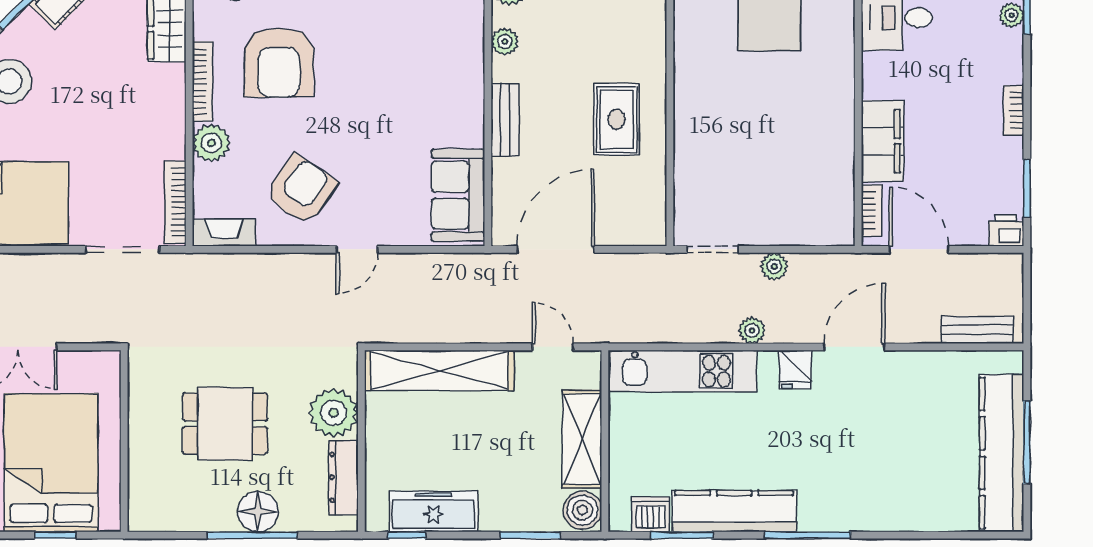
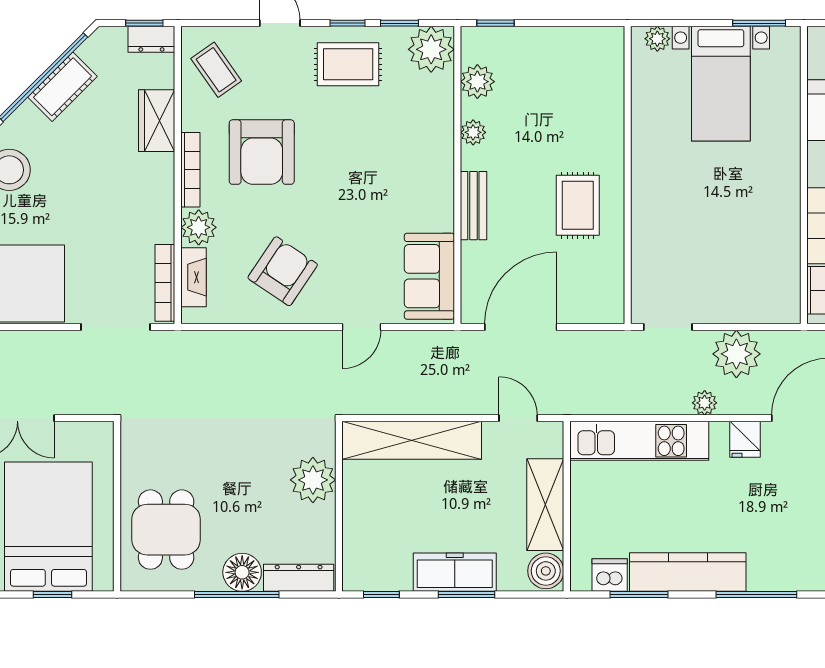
fireplace: (224, 233) -> (193, 277), moved, turned 90
door: (357, 249) -> (362, 327), moved
plant: (774, 266) -> (736, 354), width x1.88, depth x1.88
dining table: (225, 424) -> (166, 530), moved, turned 90
dresser: (343, 477) -> (299, 578), moved, turned 90
freezer: (433, 511) -> (455, 572), moved
window: (530, 535) -> (466, 594), moved

